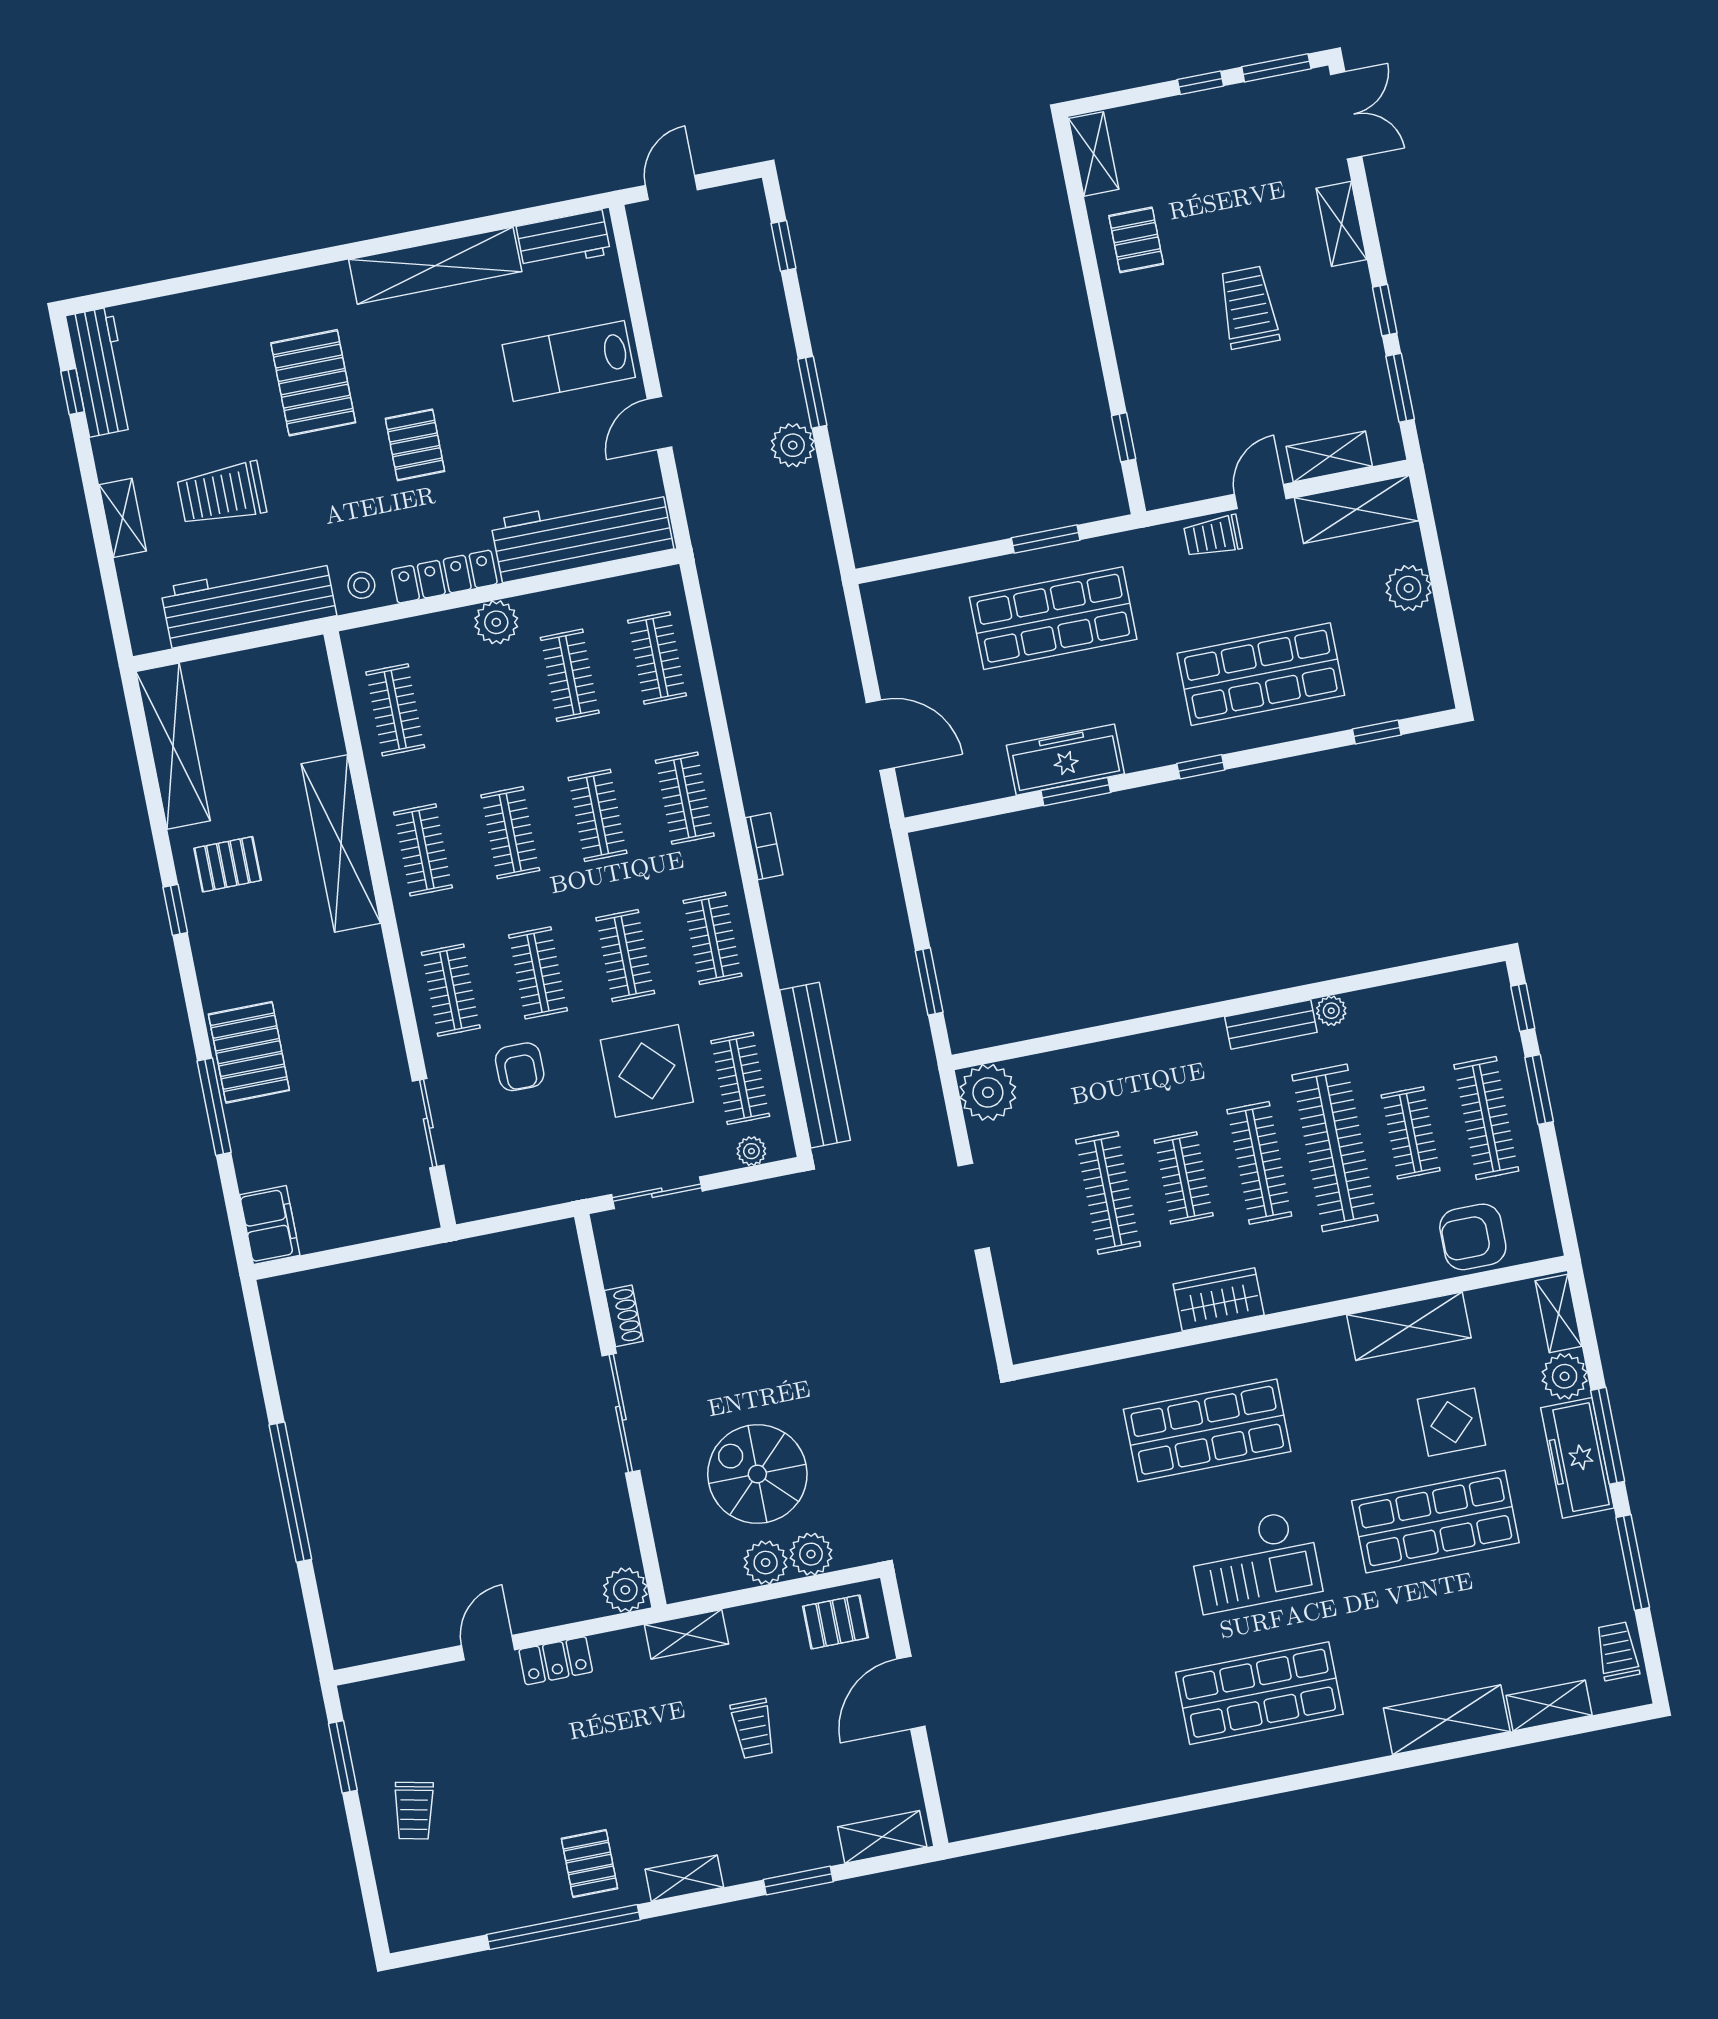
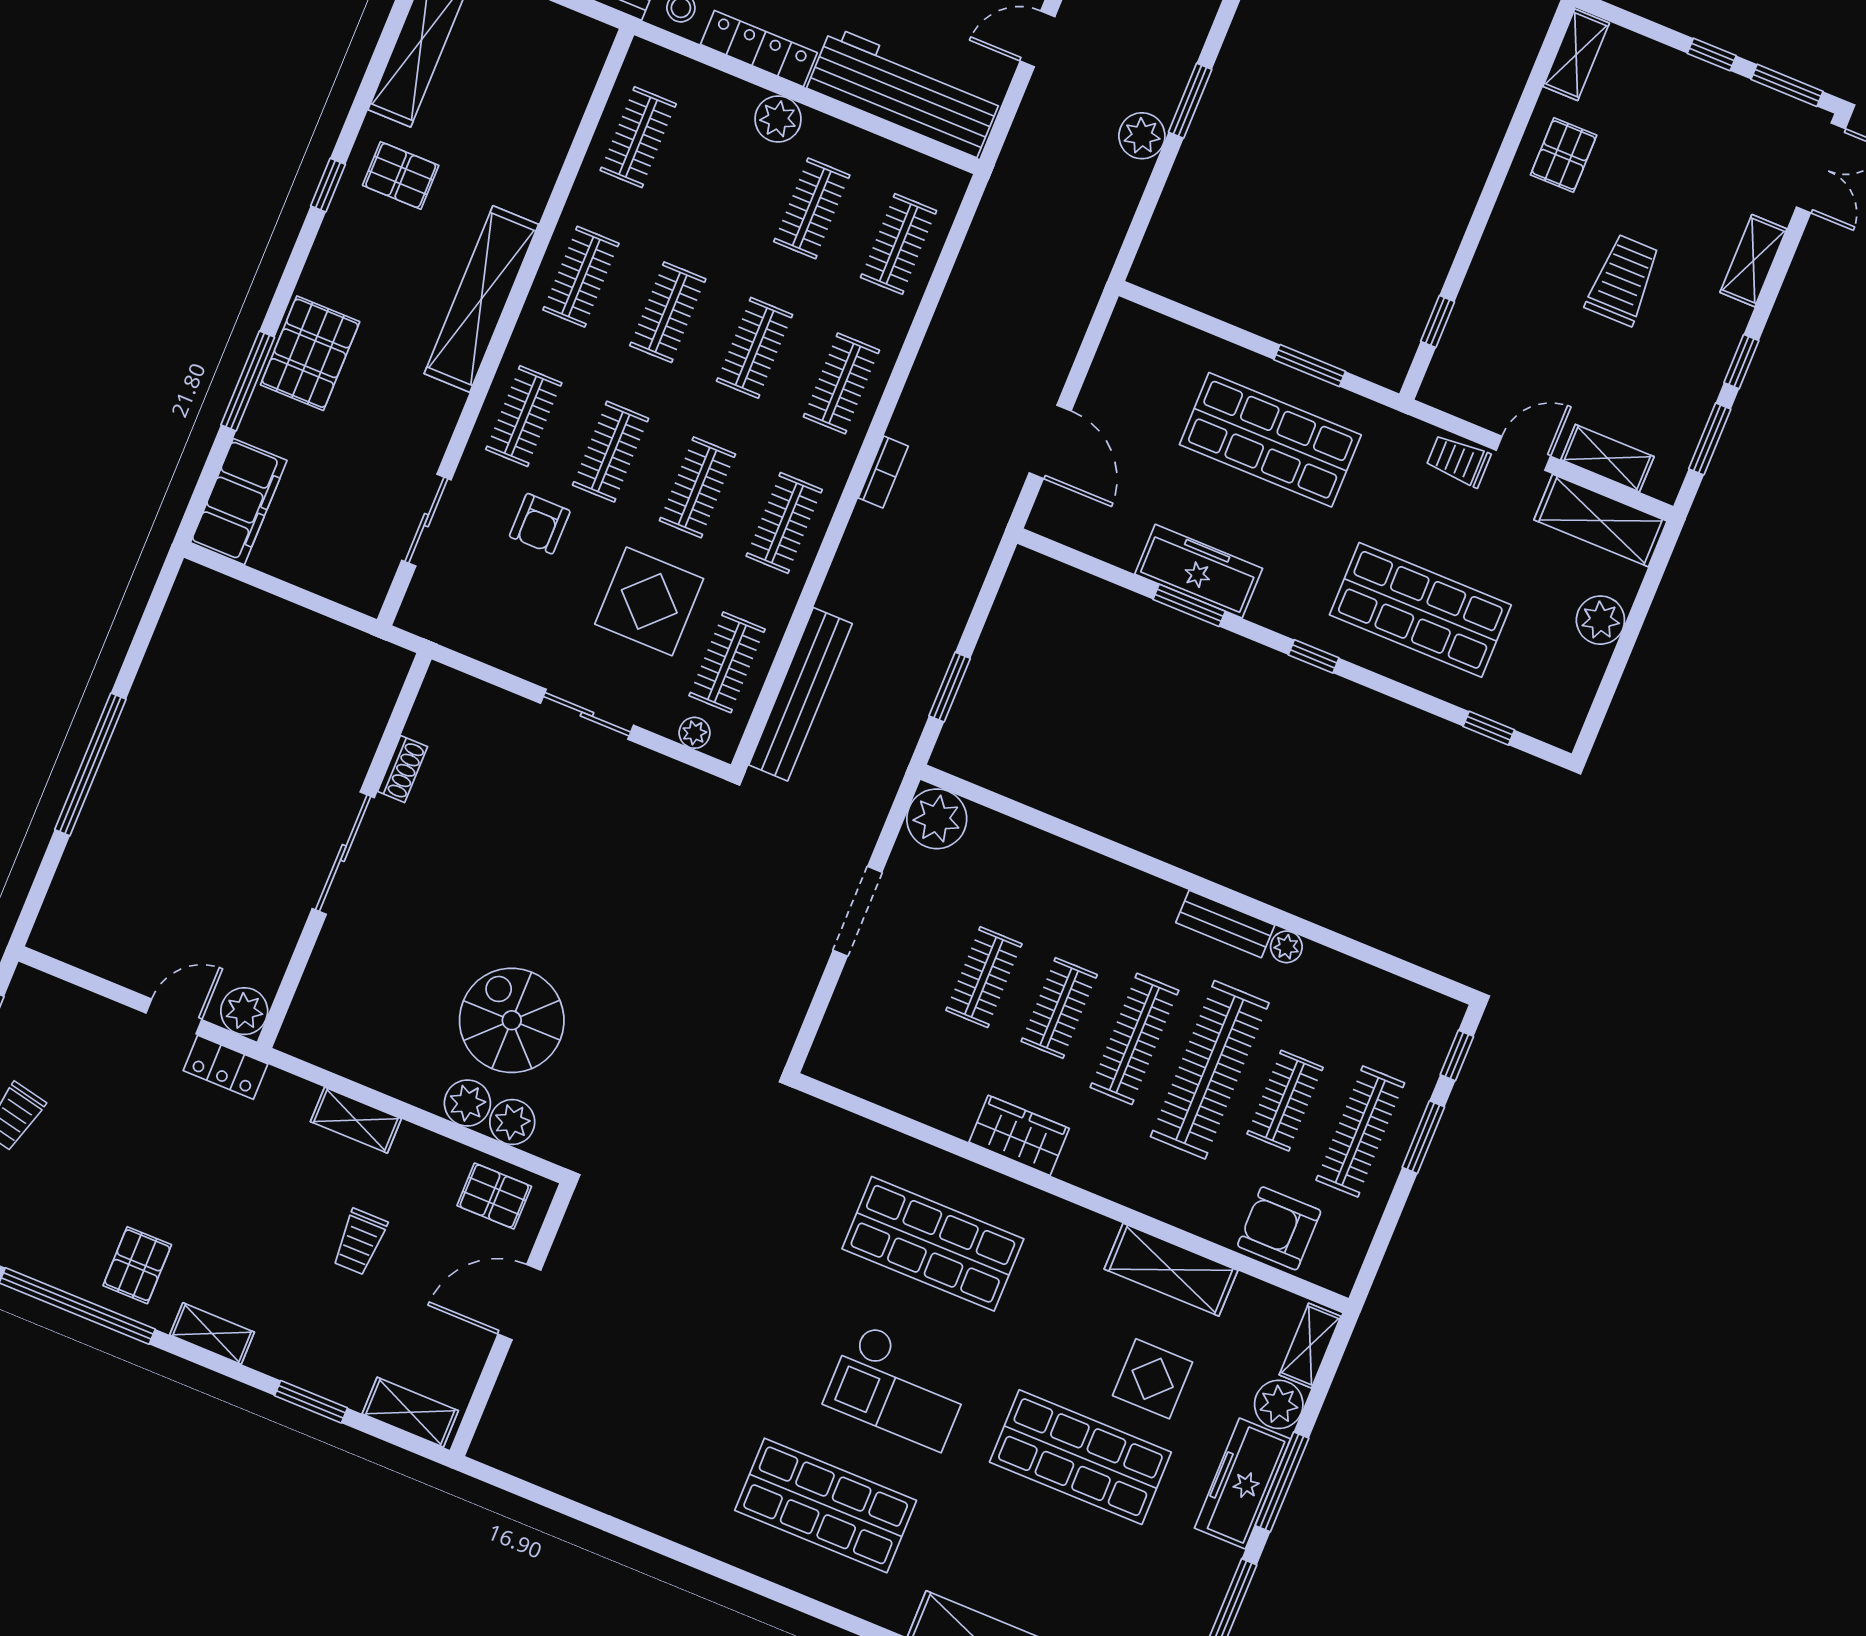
shelving: (341, 843) -> (481, 299), moved
clothes rail: (1108, 1193) -> (984, 977), width x0.73
filing cabinet: (270, 1225) -> (239, 502), width x1.50, depth x1.17
shoe rack: (624, 1316) -> (403, 769), moved
wall: (620, 1411) -> (344, 850), moved
sliding door: (621, 1413) -> (343, 853), moved
plant: (625, 1590) -> (244, 1011), moved

